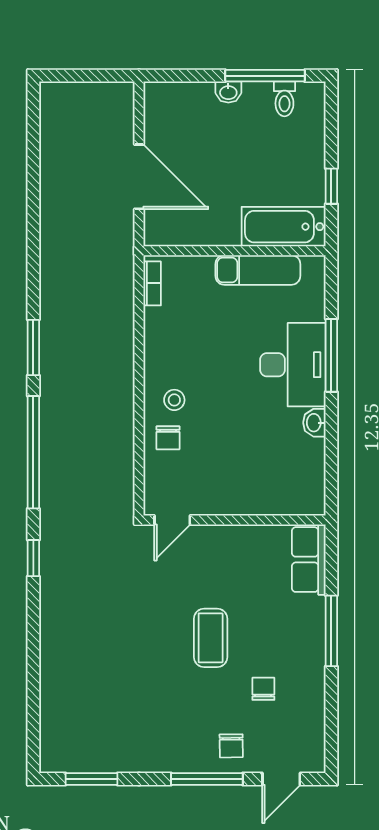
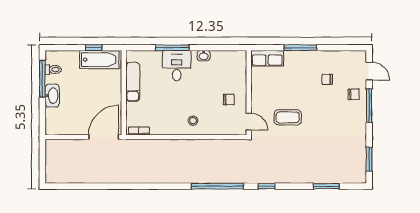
washbasin: (228, 92) -> (52, 96), width x1.91, depth x1.45
door: (139, 177) -> (104, 137), moved
bathtub: (284, 227) -> (99, 60), moved, turned -90
window: (33, 348) -> (326, 186), moved
desk: (293, 365) -> (177, 66), width x0.73
chair: (168, 438) -> (229, 100), moved
coffee table: (211, 638) -> (288, 117), moved

